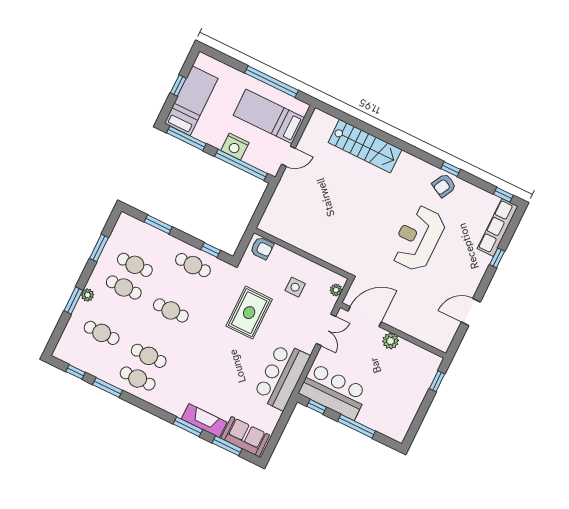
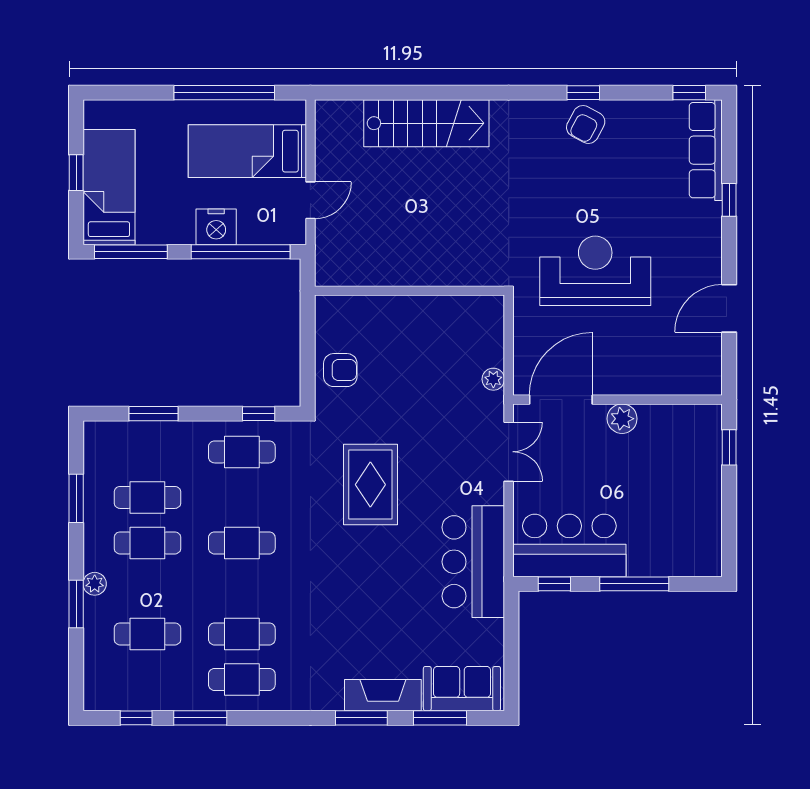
reception desk: (418, 238) -> (595, 271), moved, turned 90
wall: (302, 253) -> (410, 291), moved
side table: (295, 287) -> (425, 407), removed

